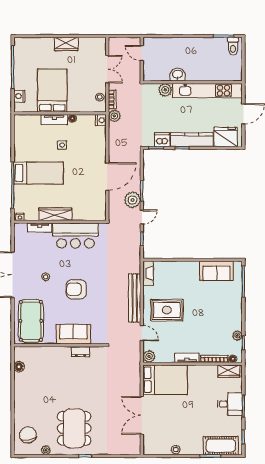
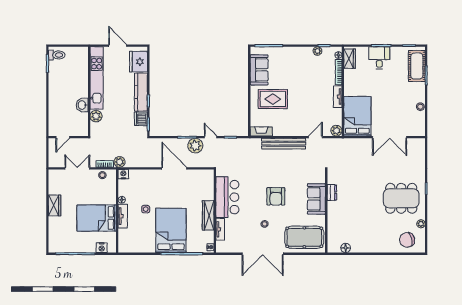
bed: (38, 173) -> (171, 230), width x1.50
rug: (167, 310) -> (273, 99), moved, turned 90

